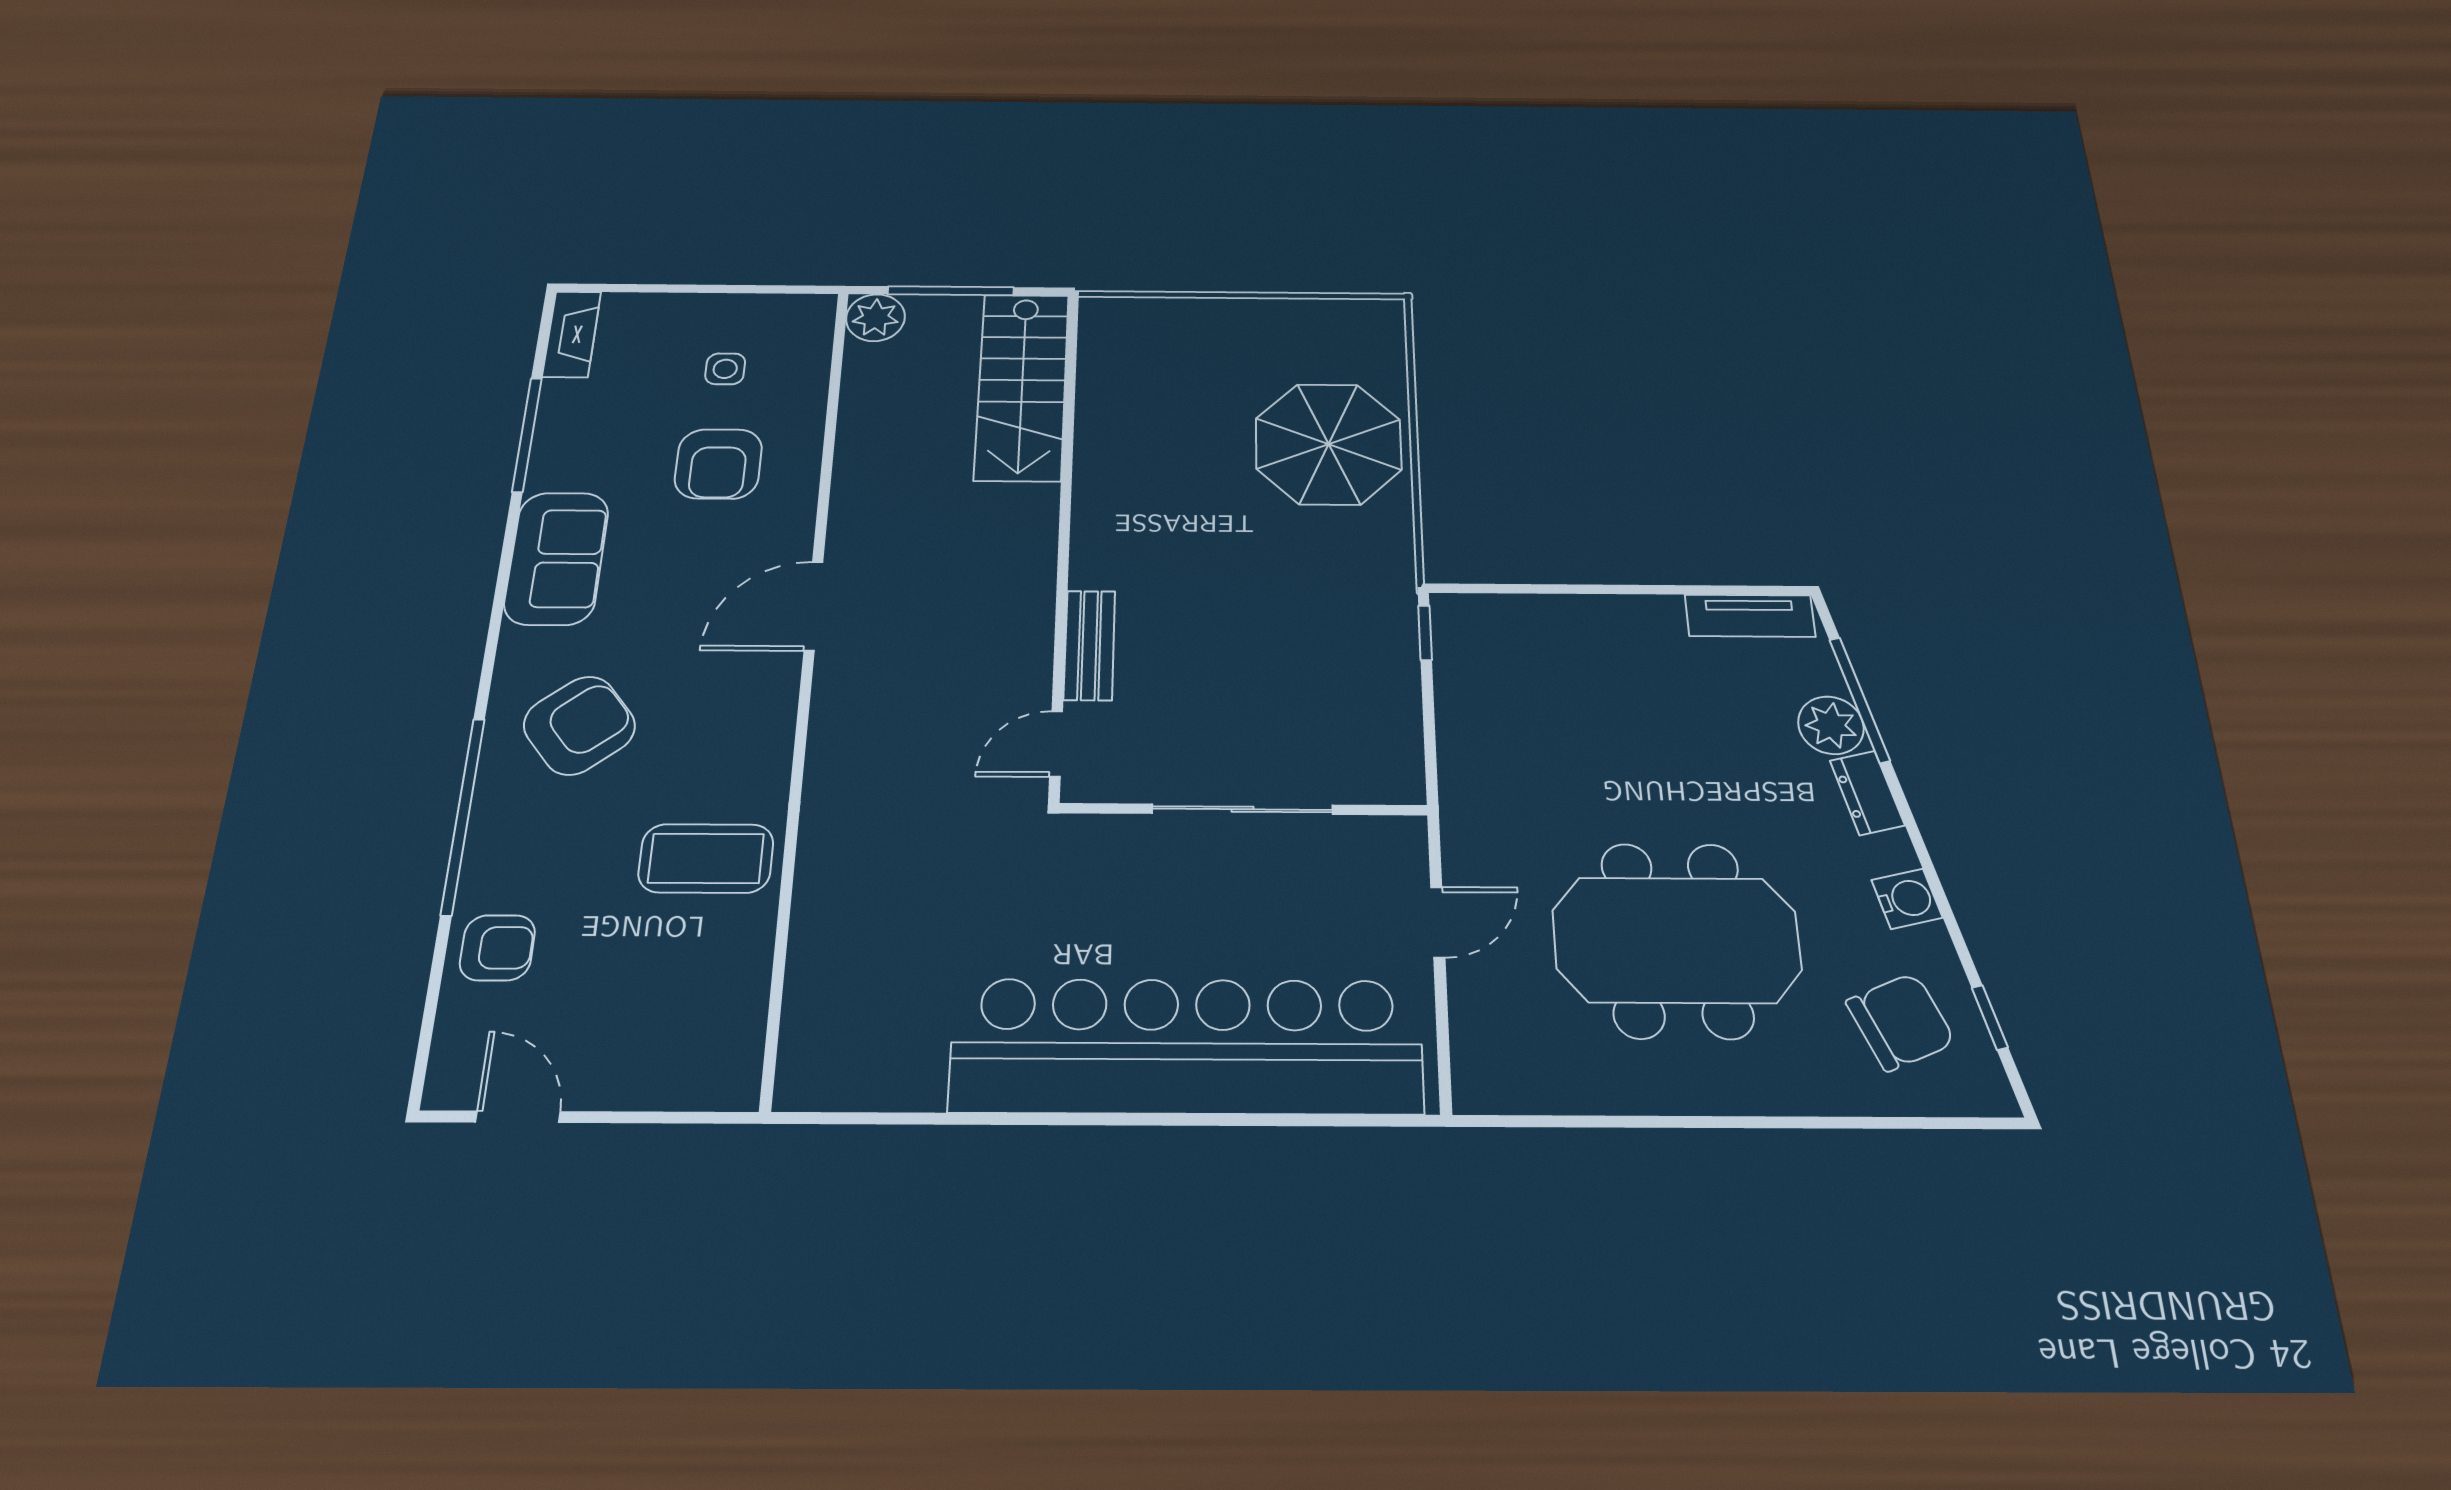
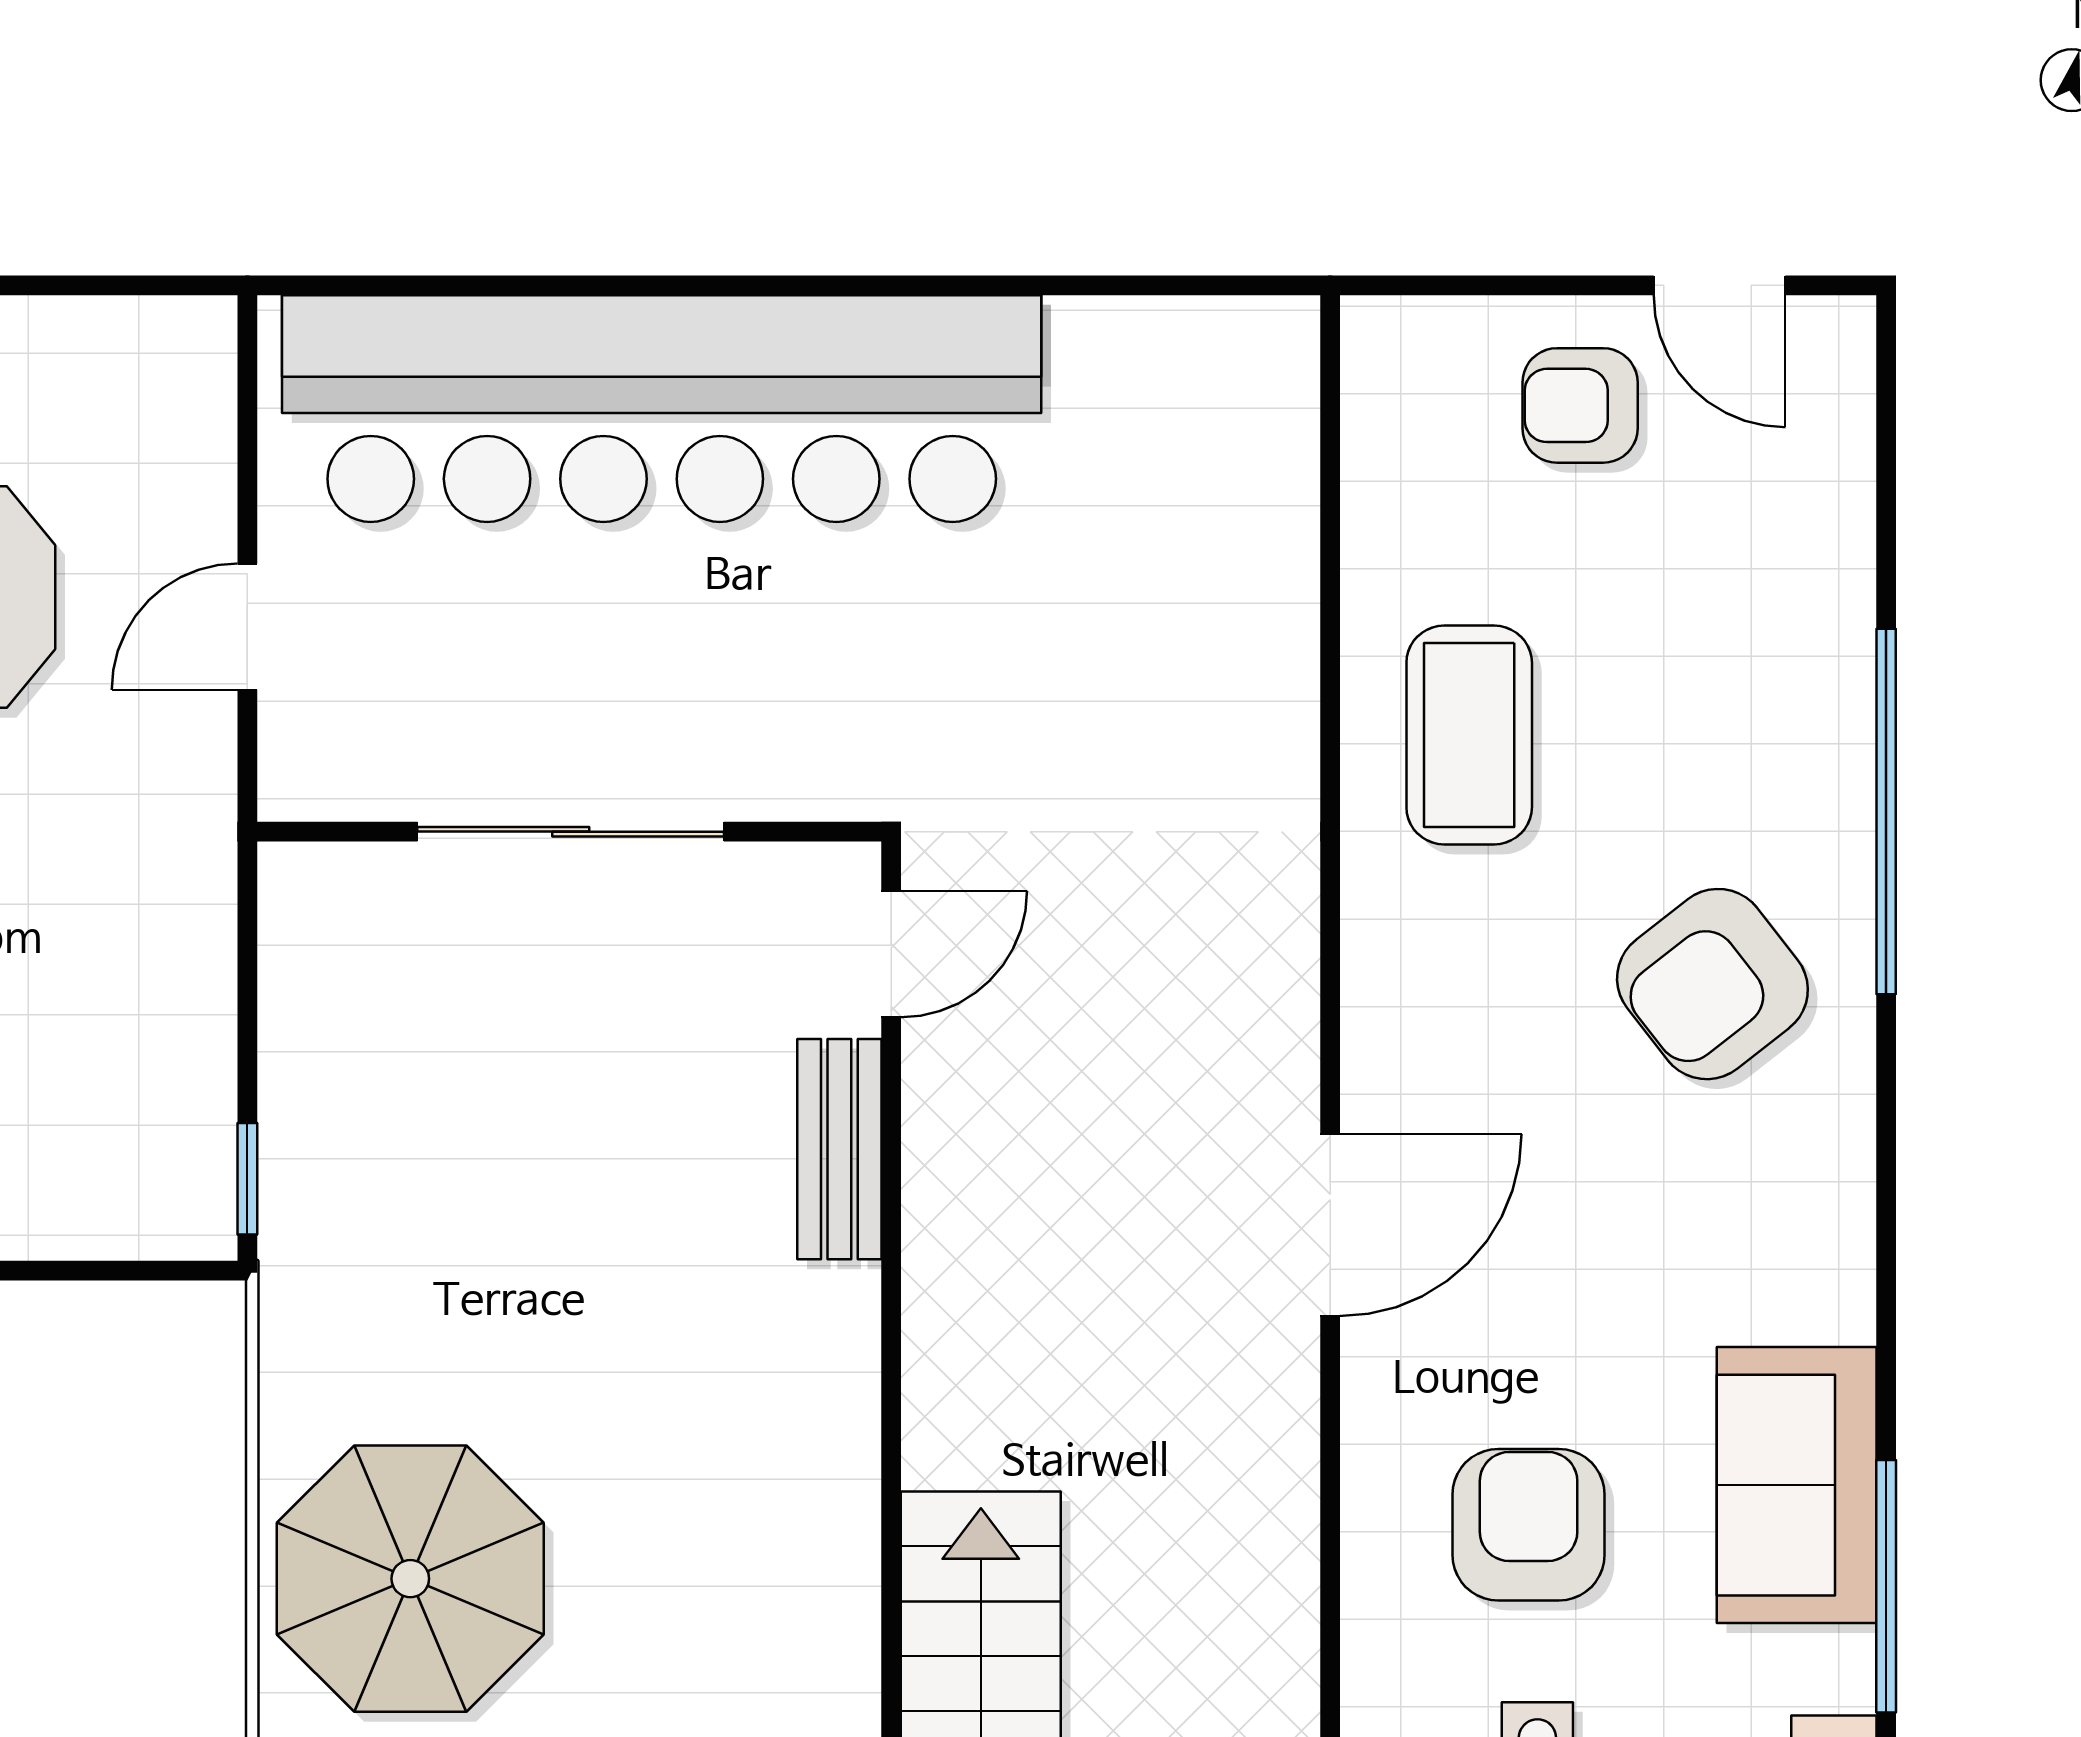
sofa: (556, 558) -> (1797, 1485), moved
coffee table: (706, 858) -> (1469, 735), turned 90
armchair: (497, 948) -> (1580, 405), moved

